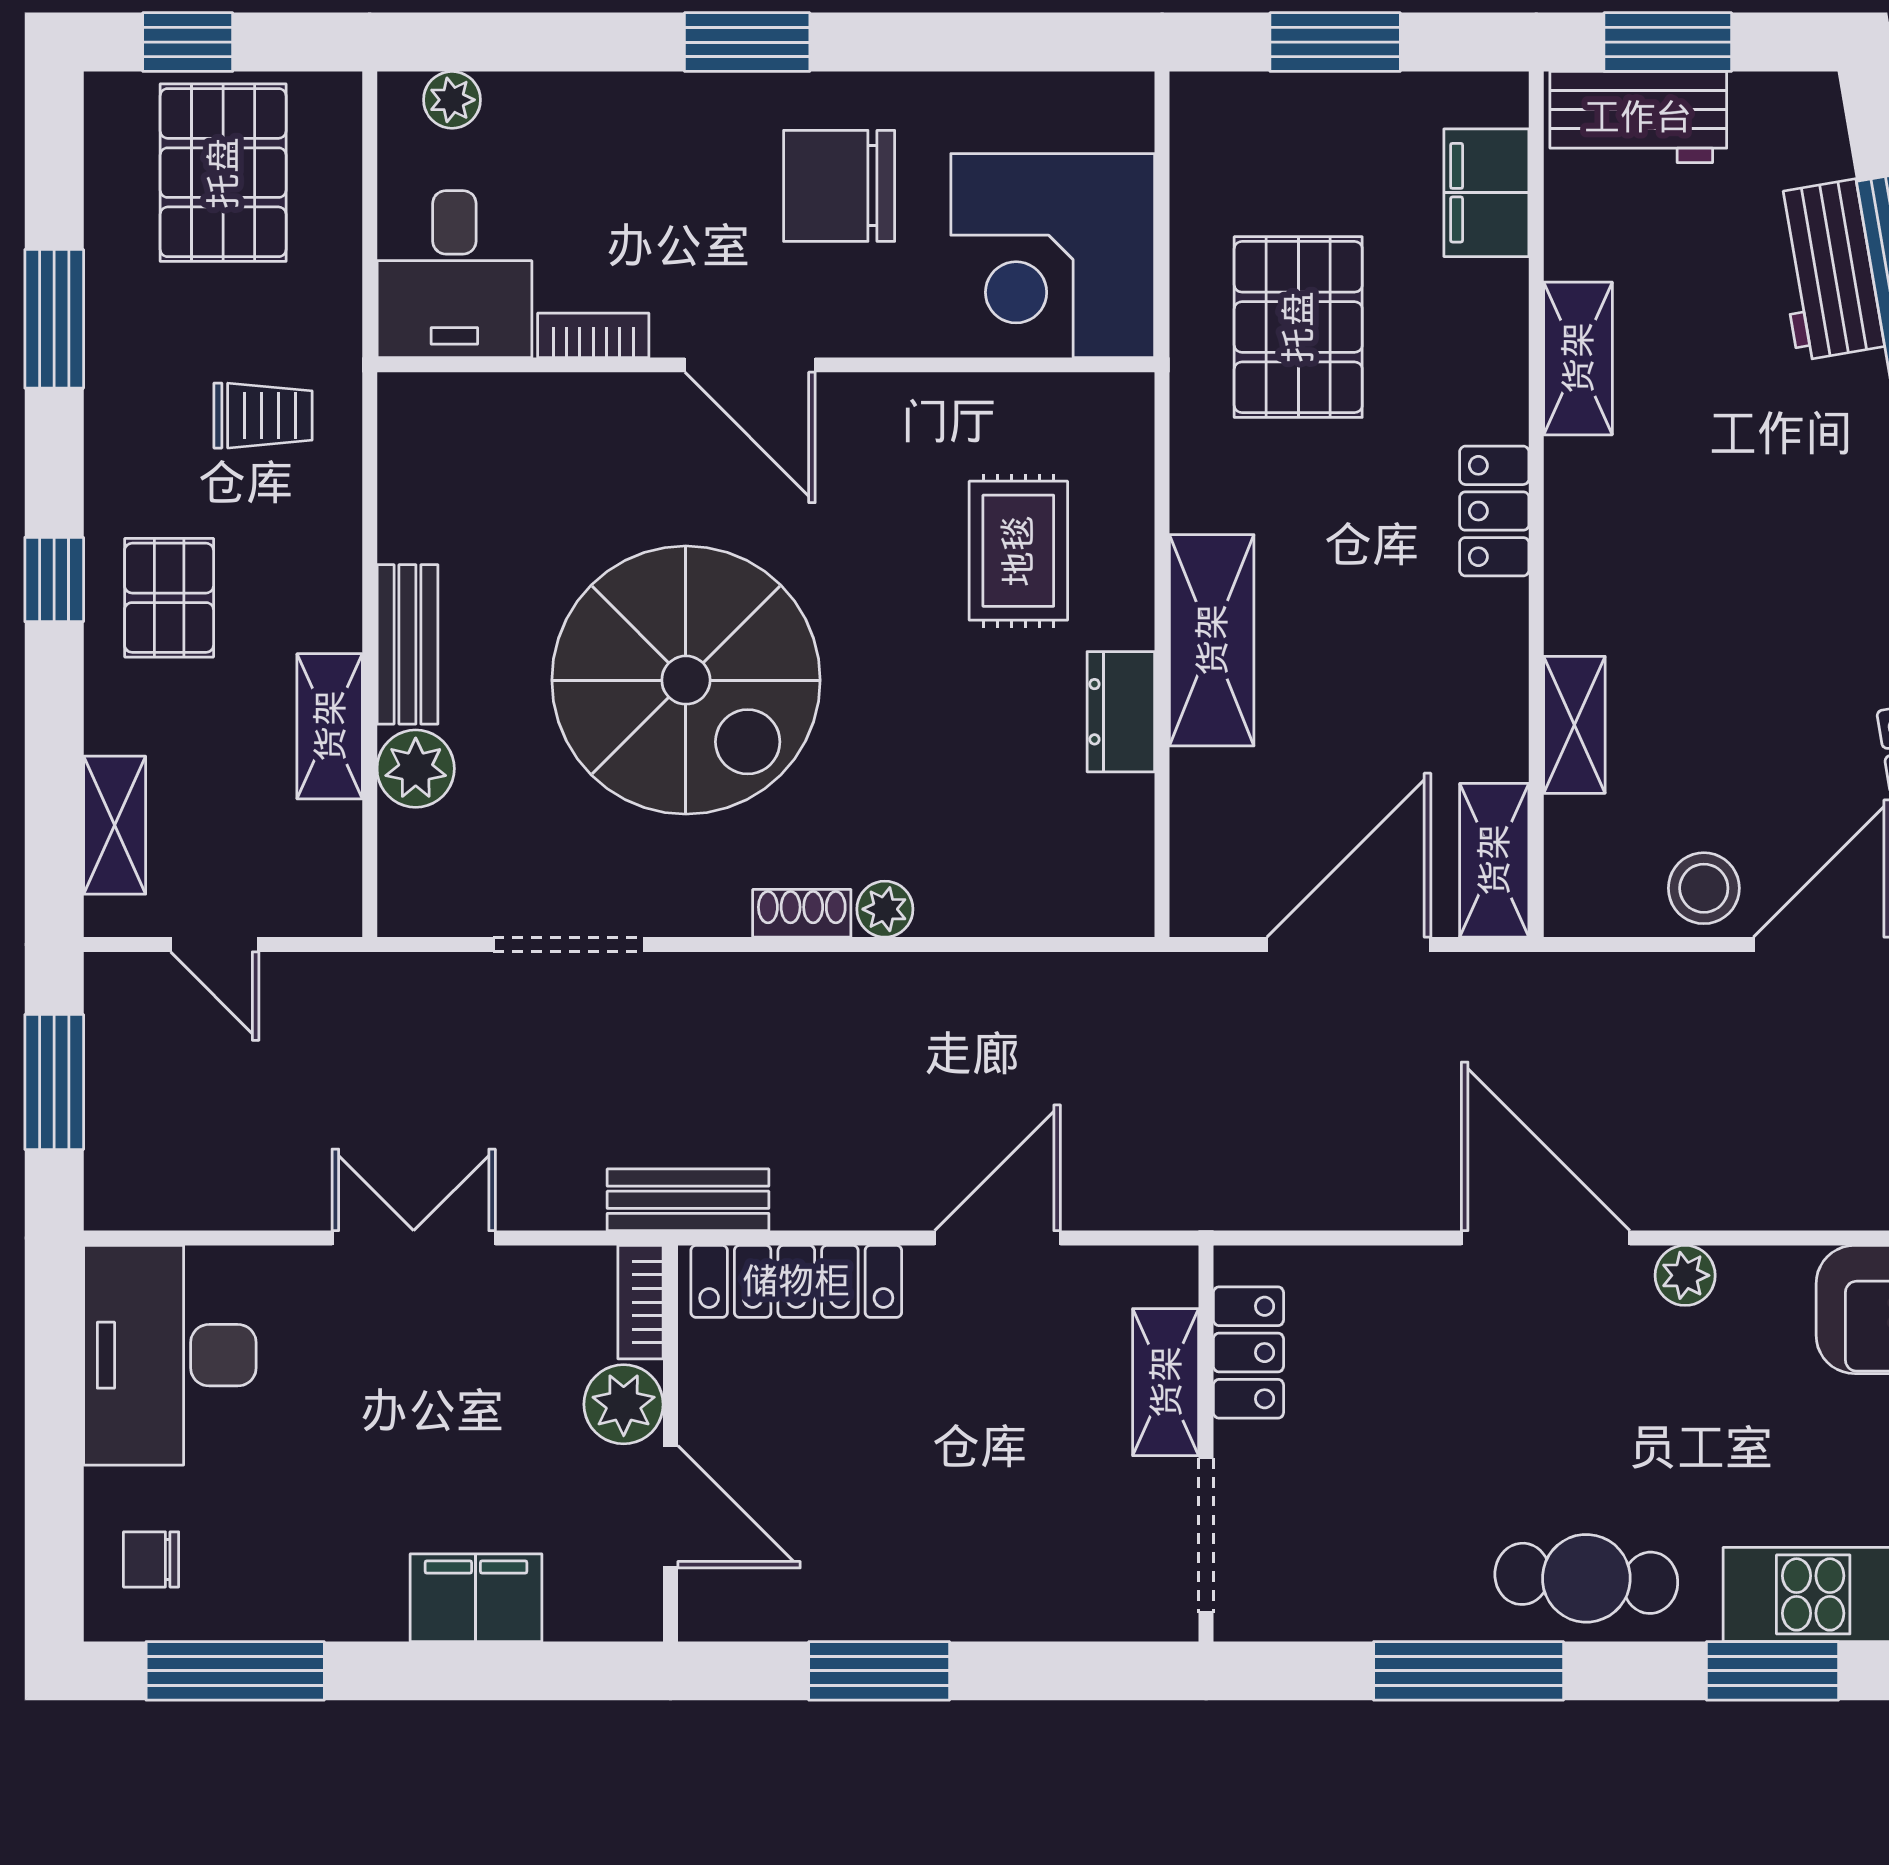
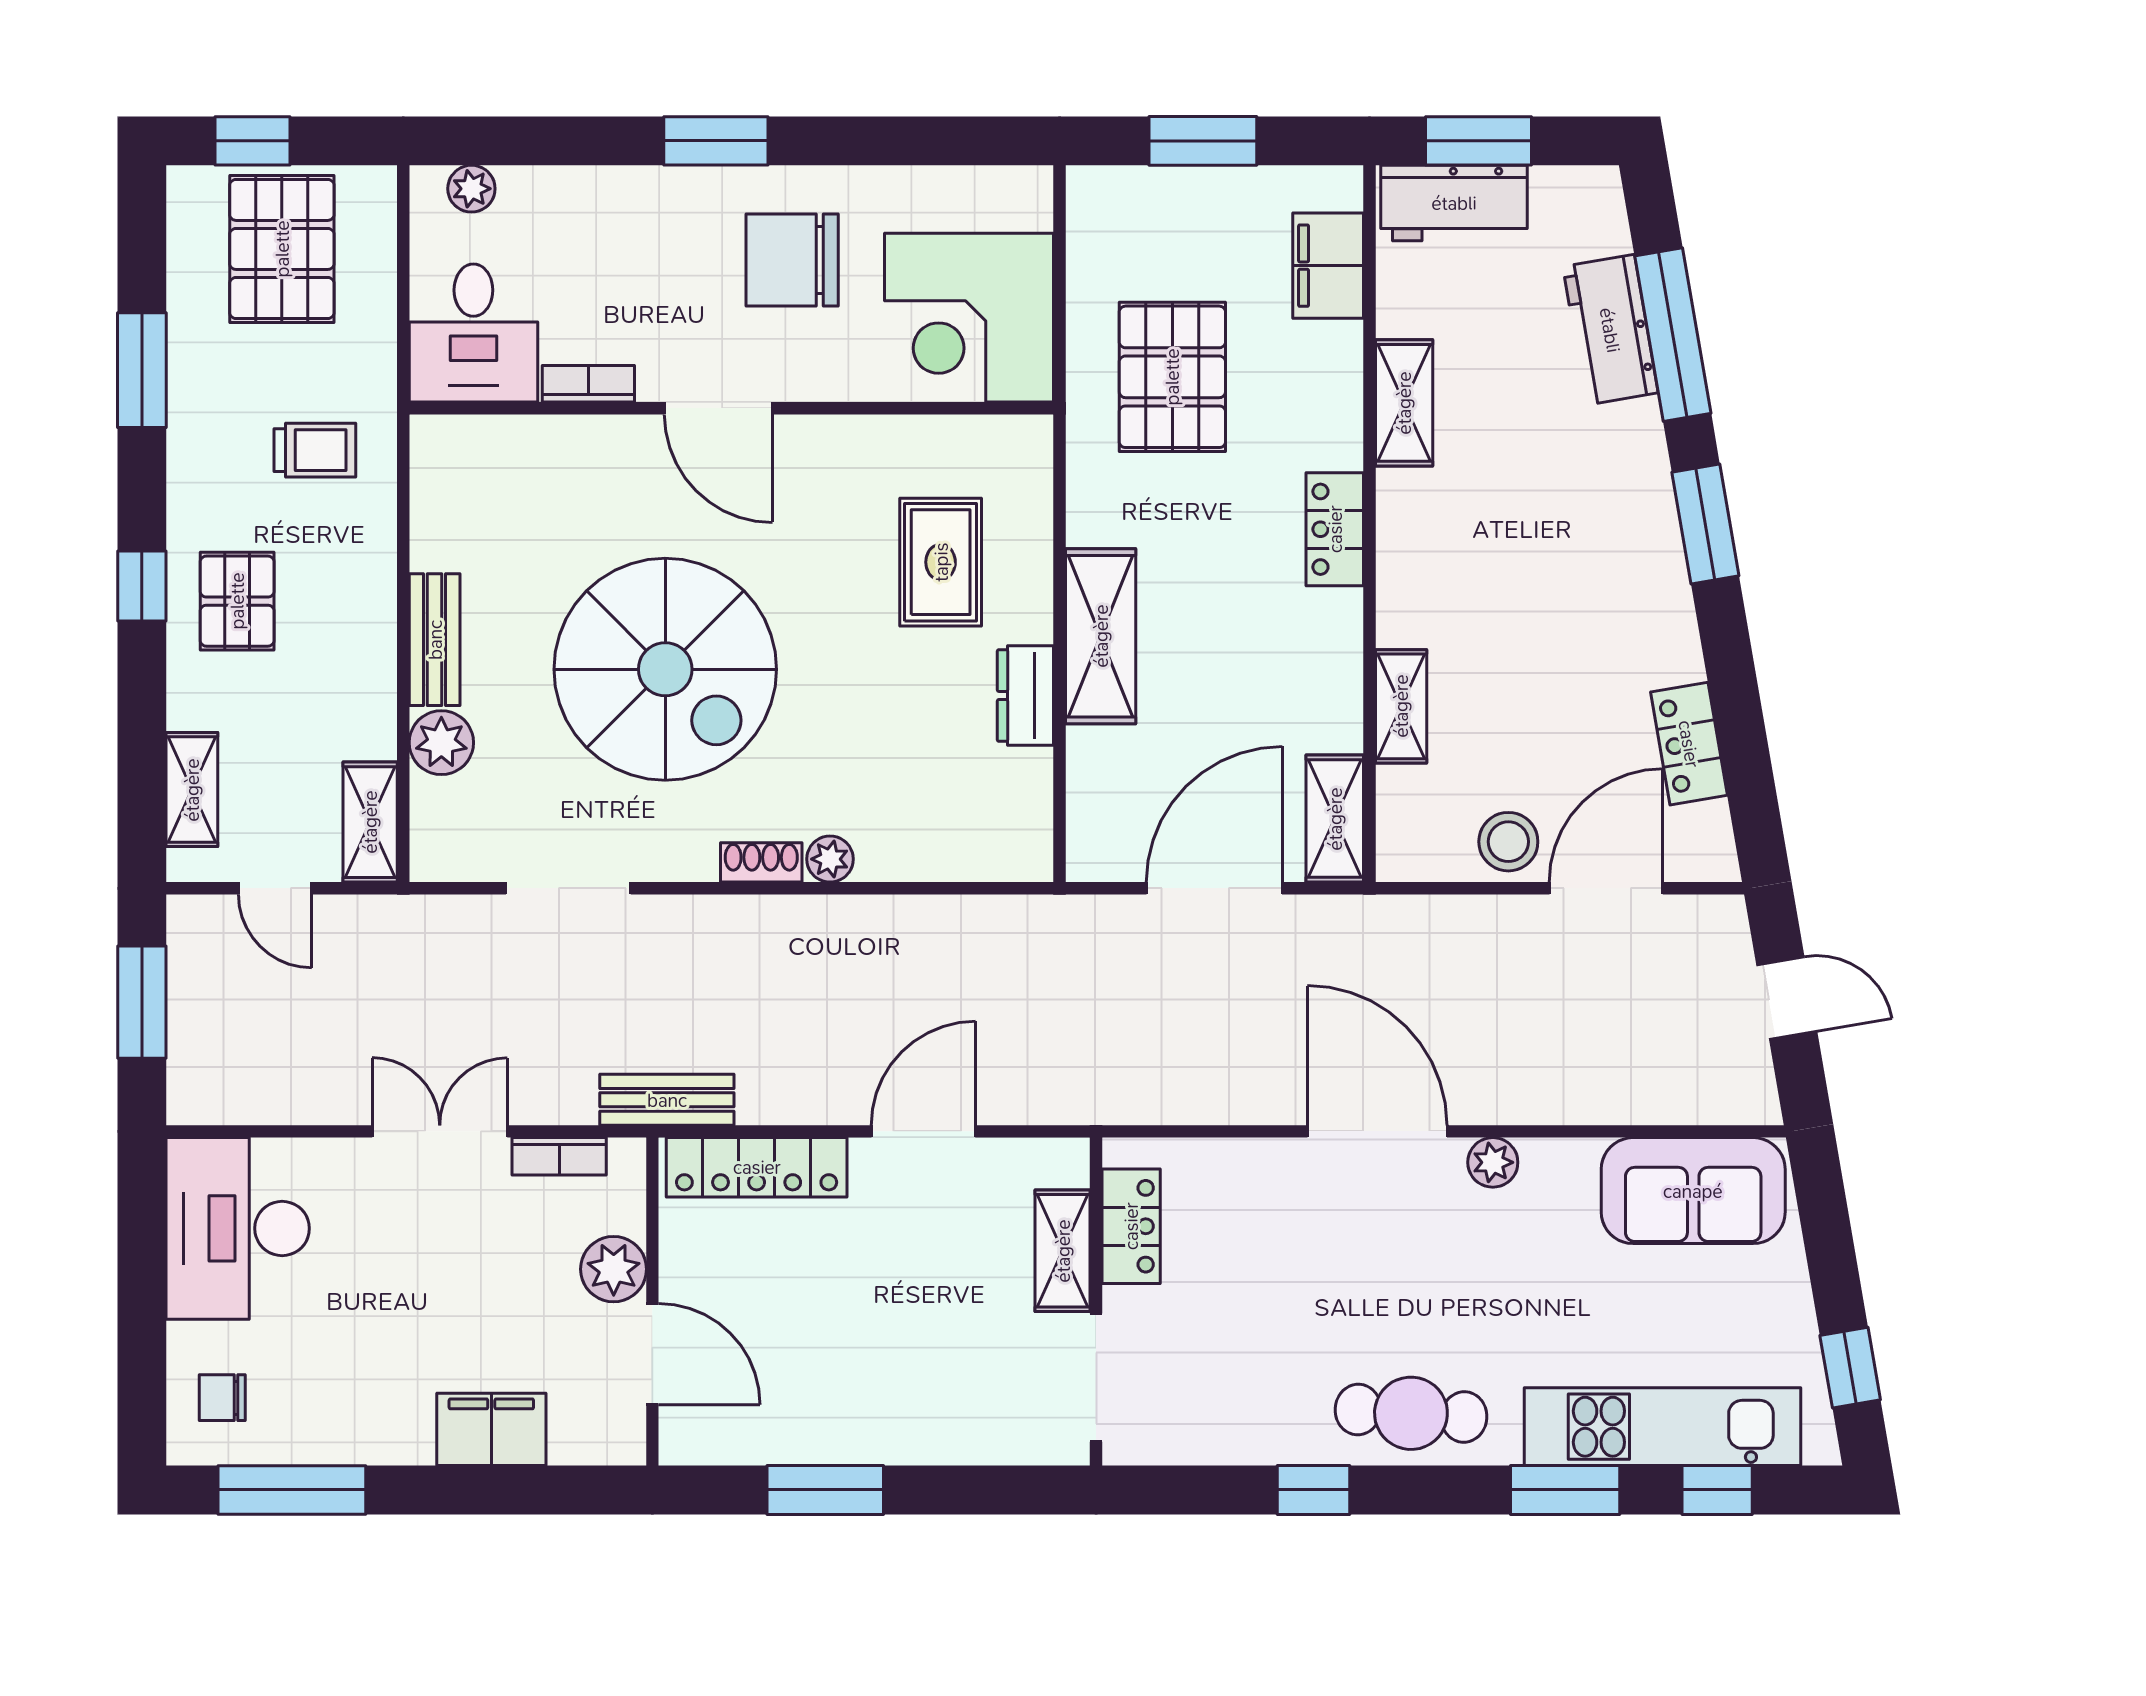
shelving: (330, 726) -> (370, 822), moved
bookcase: (640, 1302) -> (559, 1156), moved, turned -90
window: (1469, 1671) -> (1313, 1490), width x0.46

